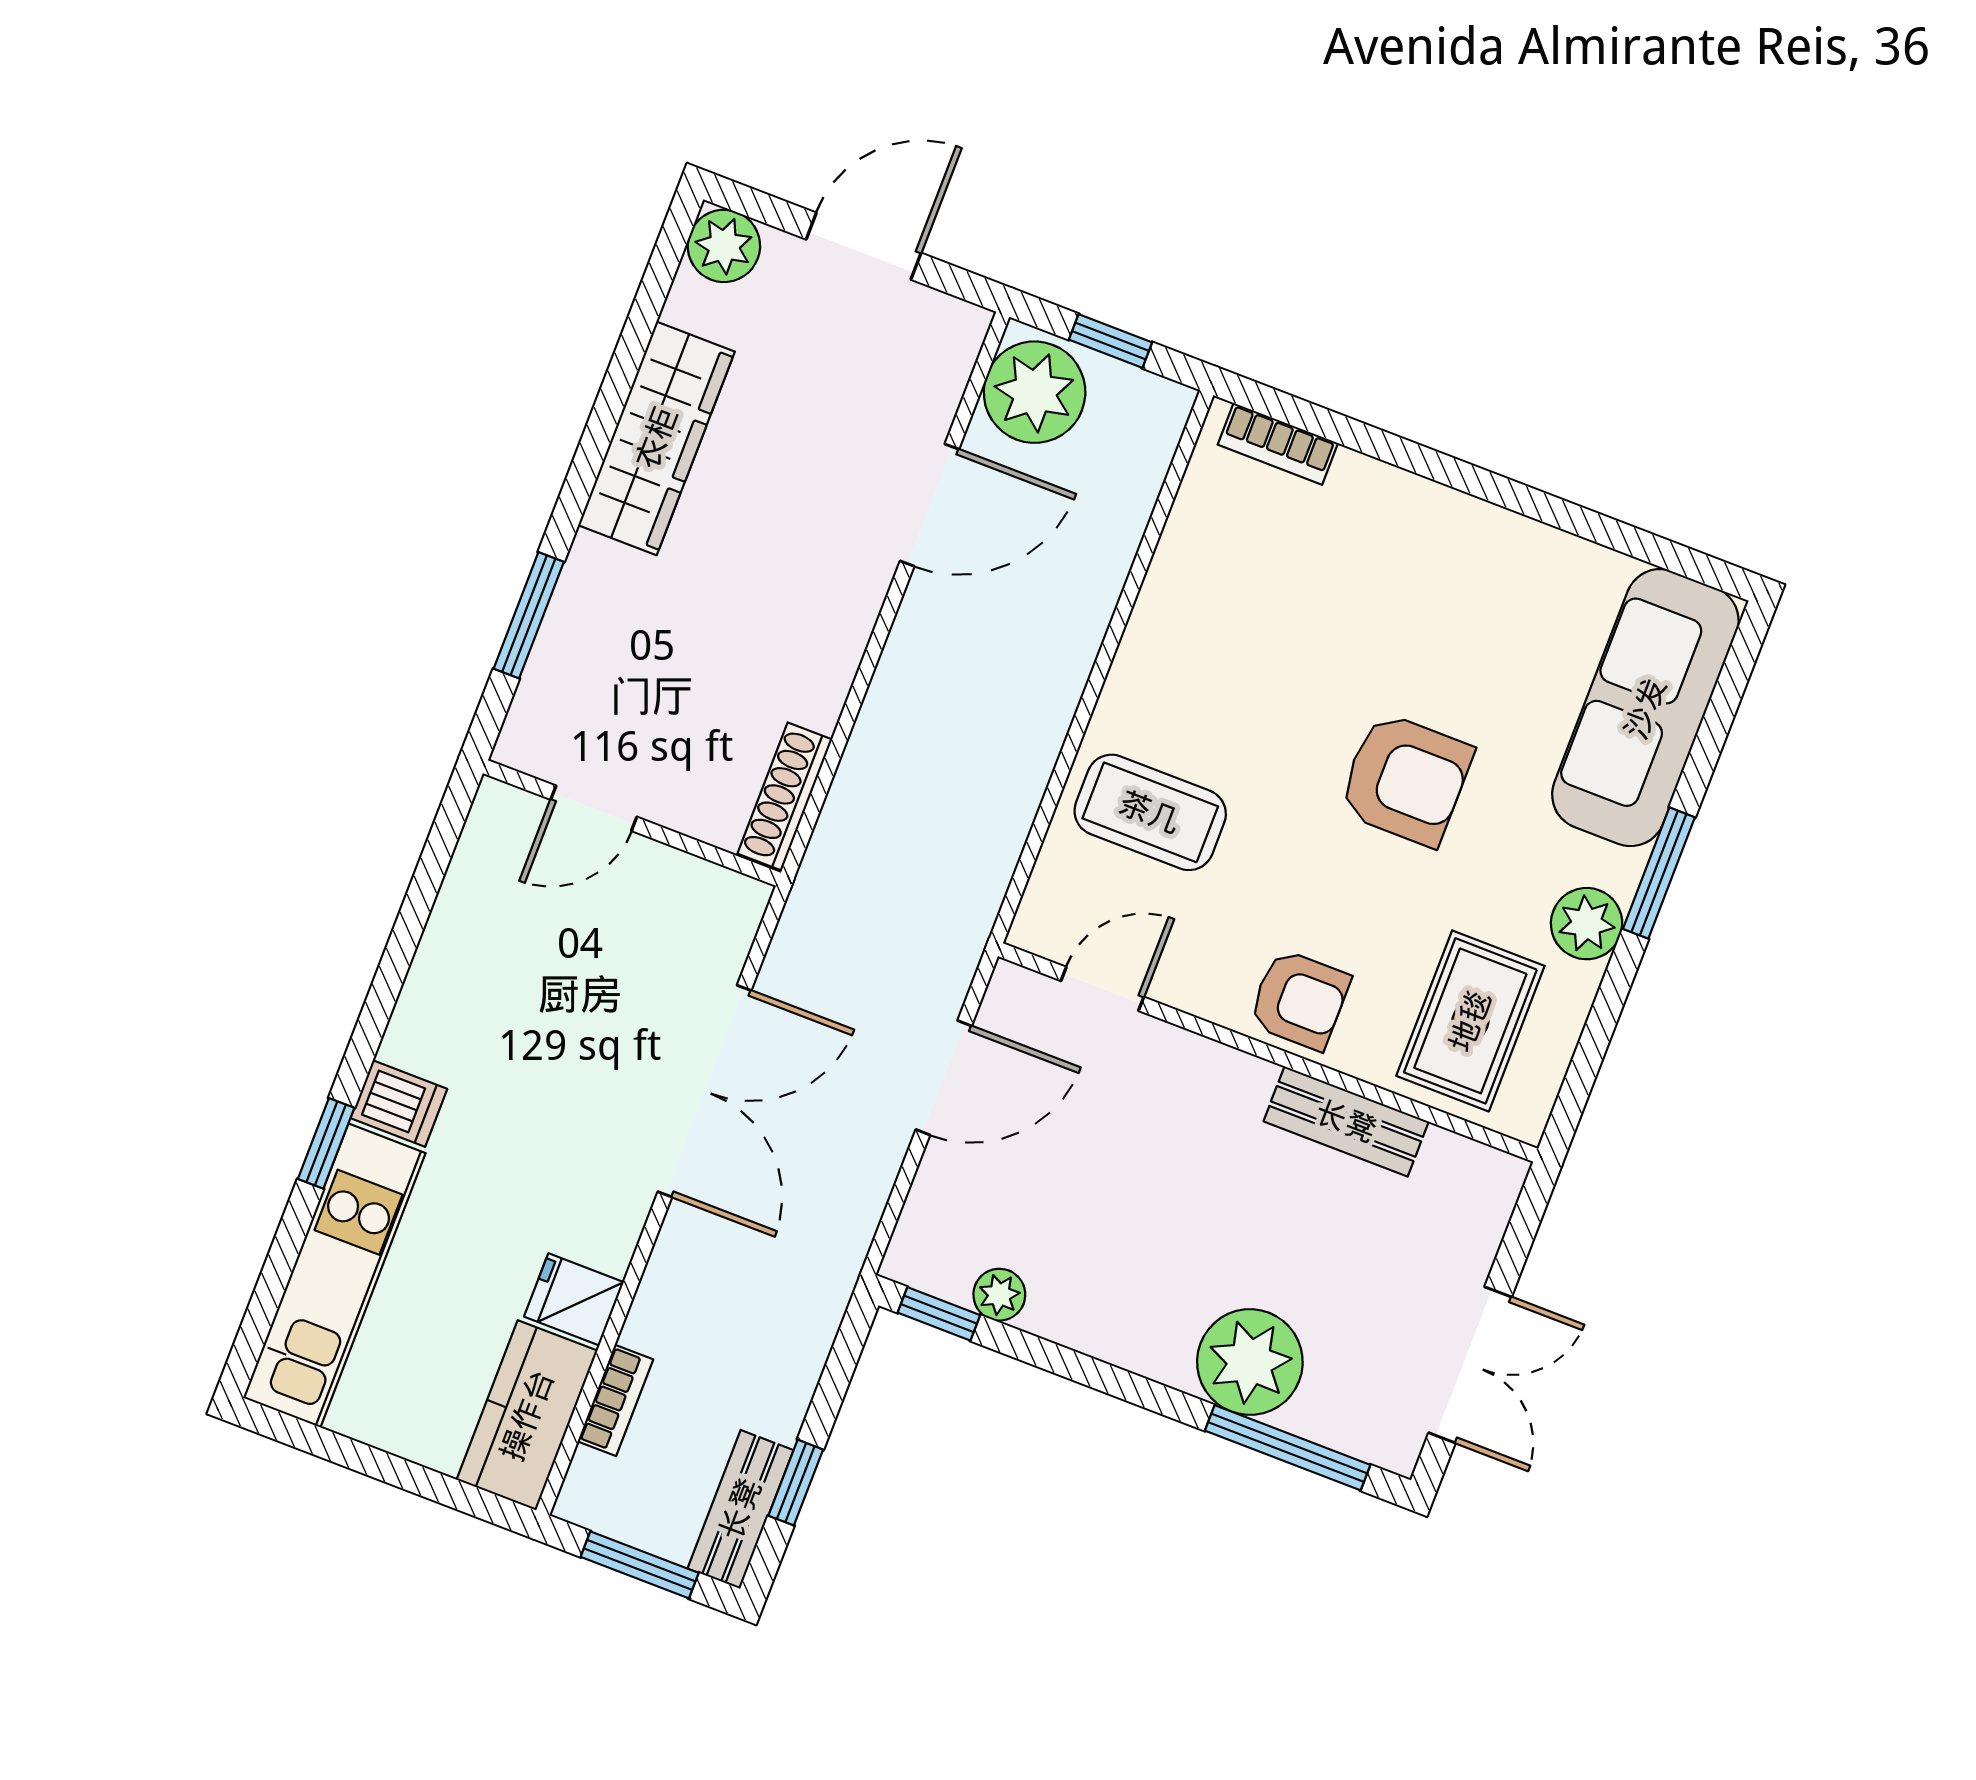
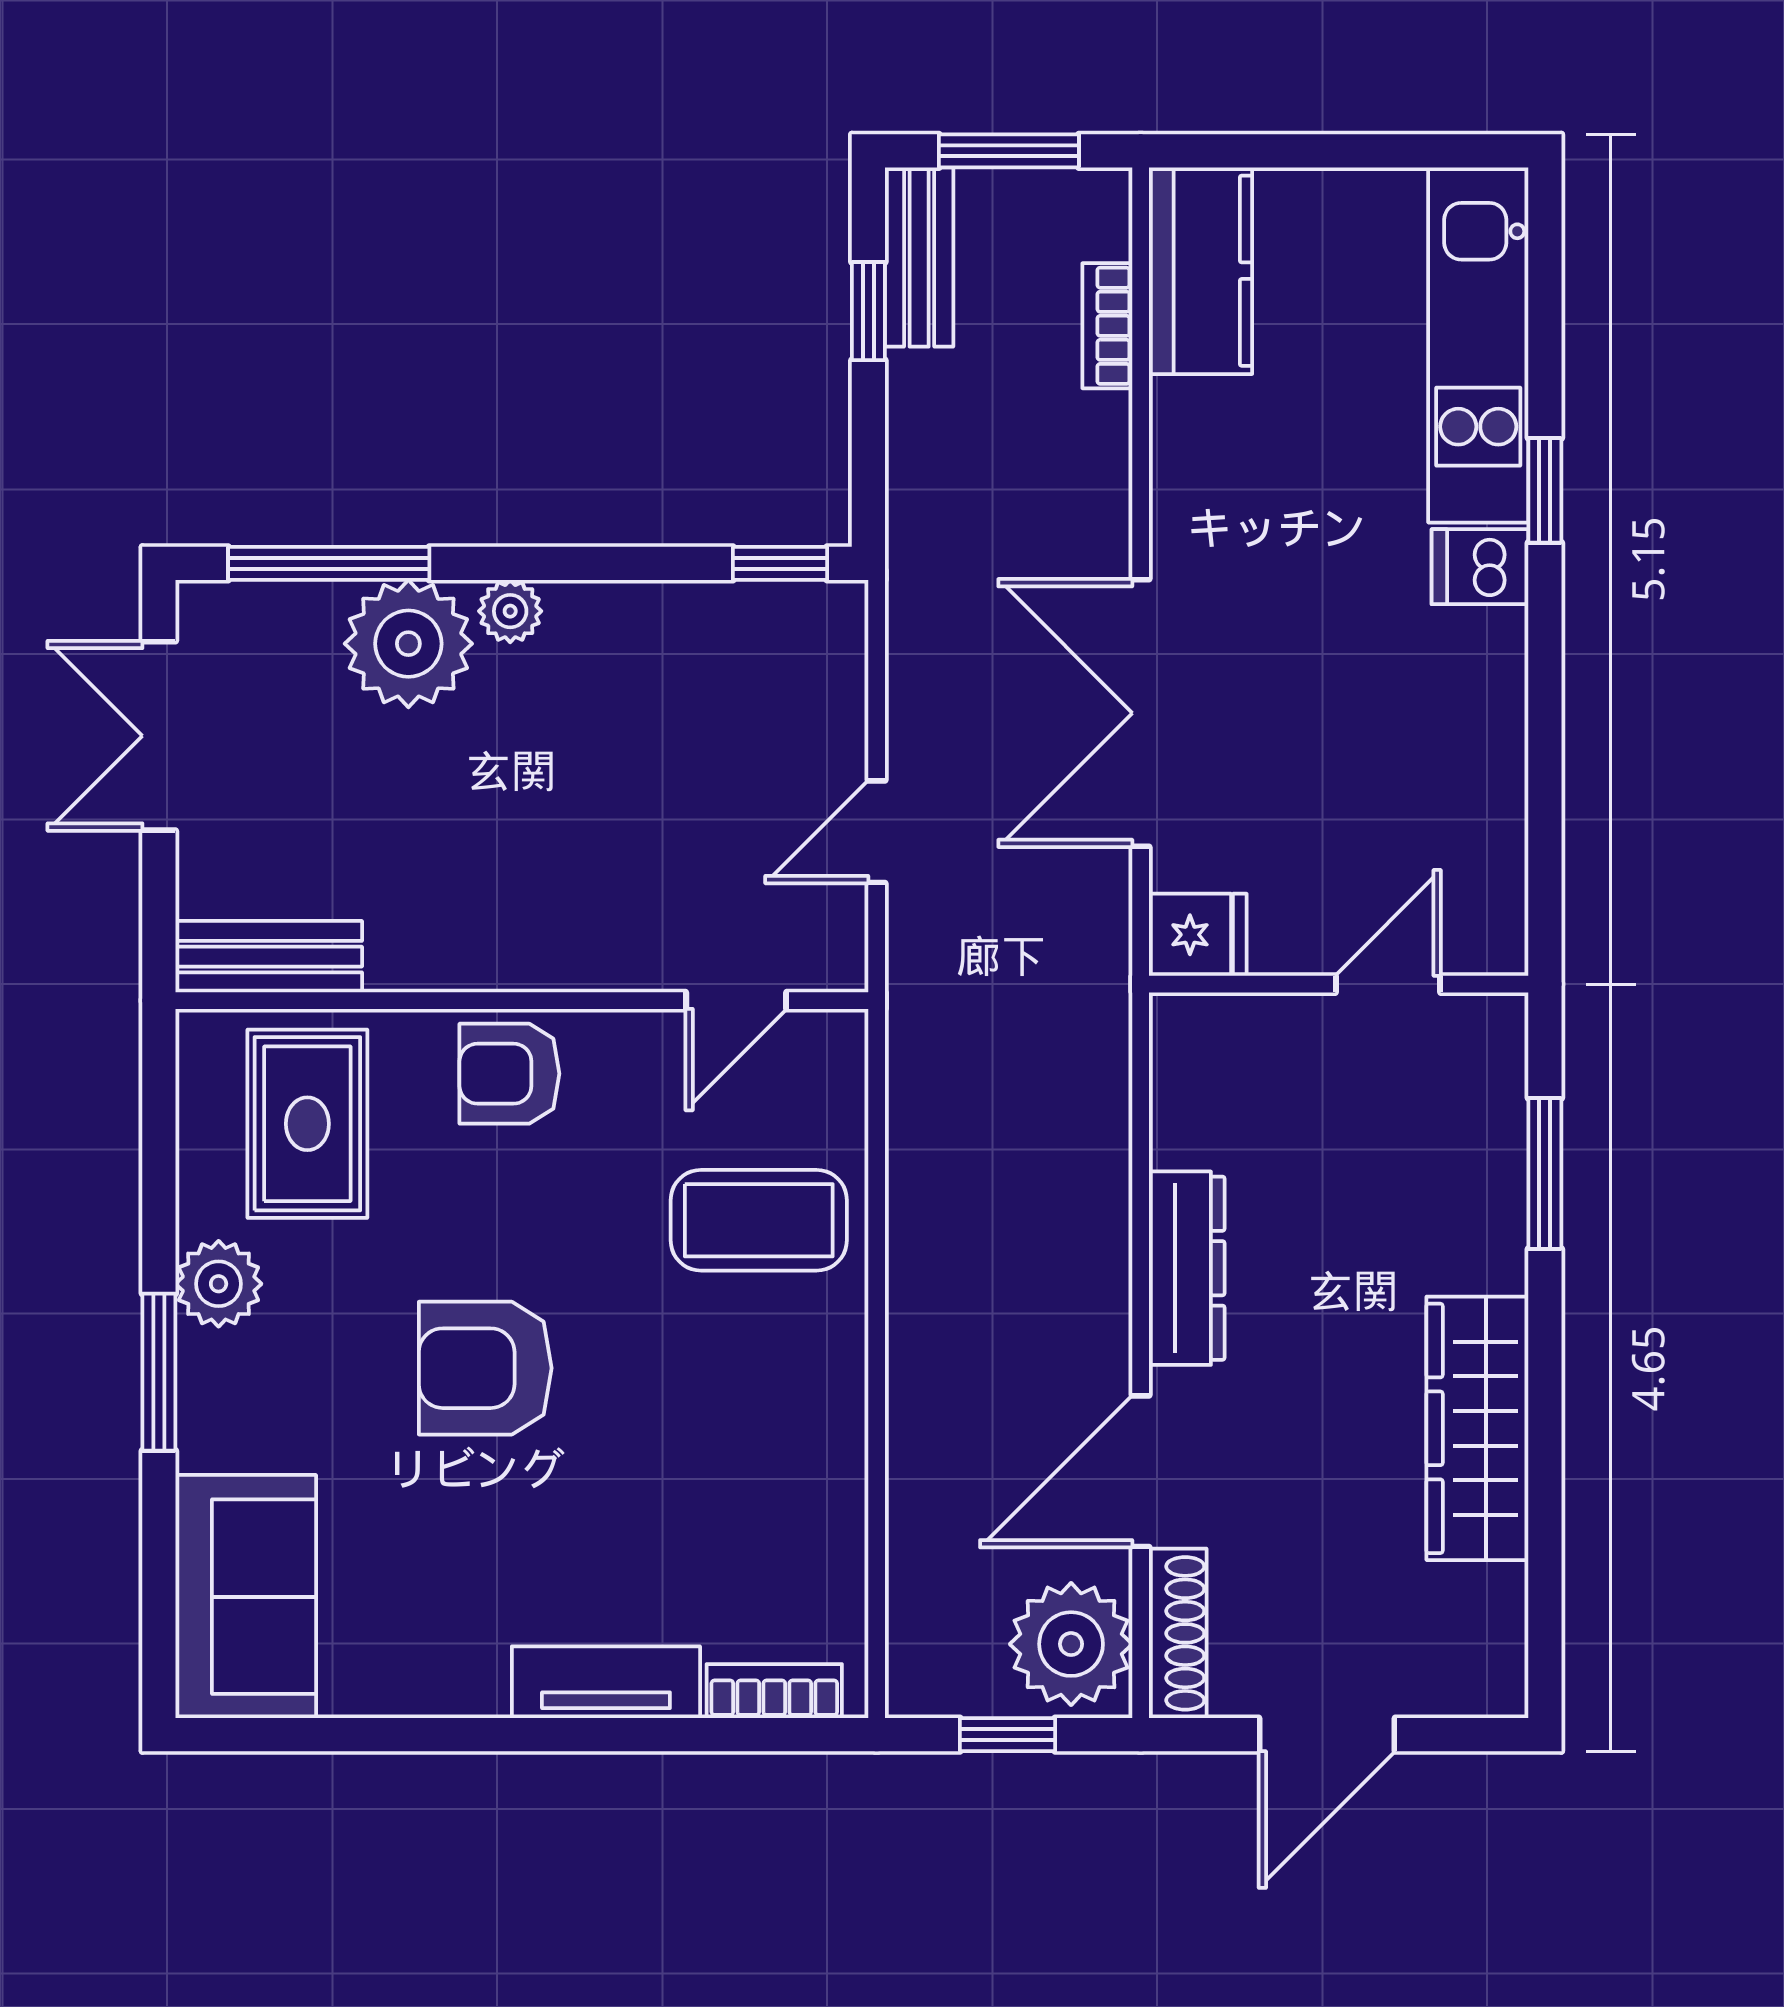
plant: (724, 246) -> (1485, 1675), removed
tv unit: (1405, 501) -> (606, 1682), added
dresser: (834, 648) -> (1187, 1268), added
sofa: (1645, 708) -> (246, 1597), width x0.73
shoe rack: (785, 796) -> (1178, 1633), moved
door: (944, 1078) -> (877, 832), width x0.73
bench: (1346, 1121) -> (269, 957), moved
plant: (999, 1295) -> (510, 611), moved
fridge: (574, 1299) -> (1198, 935), moved

